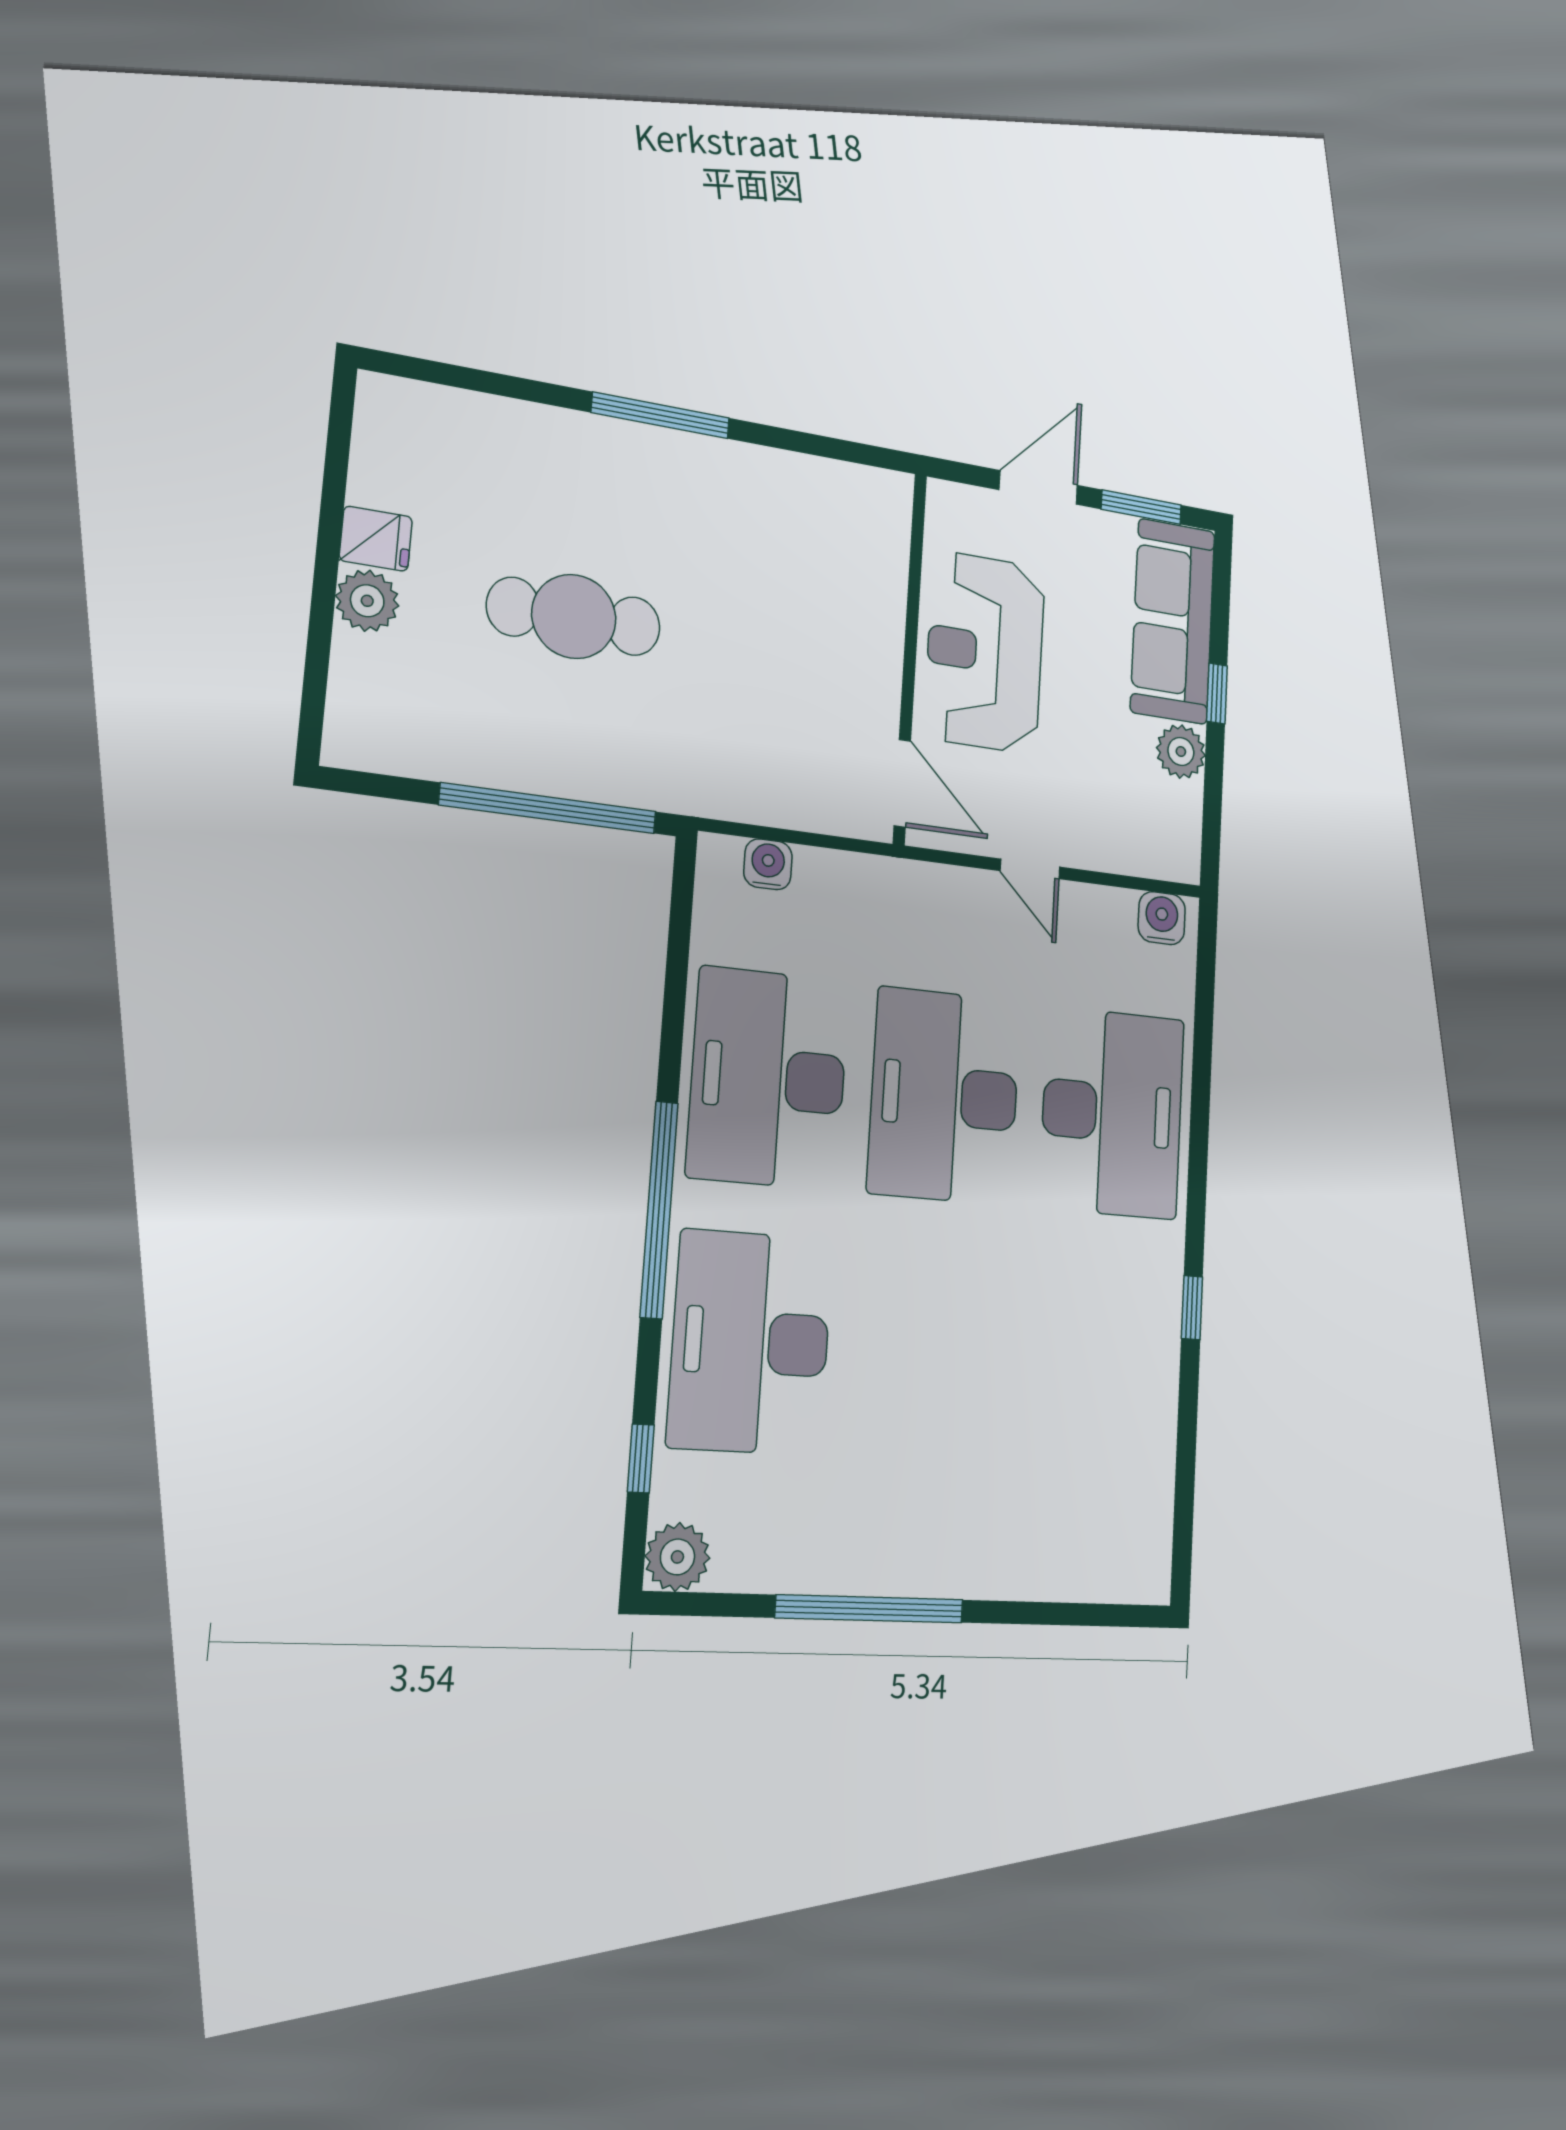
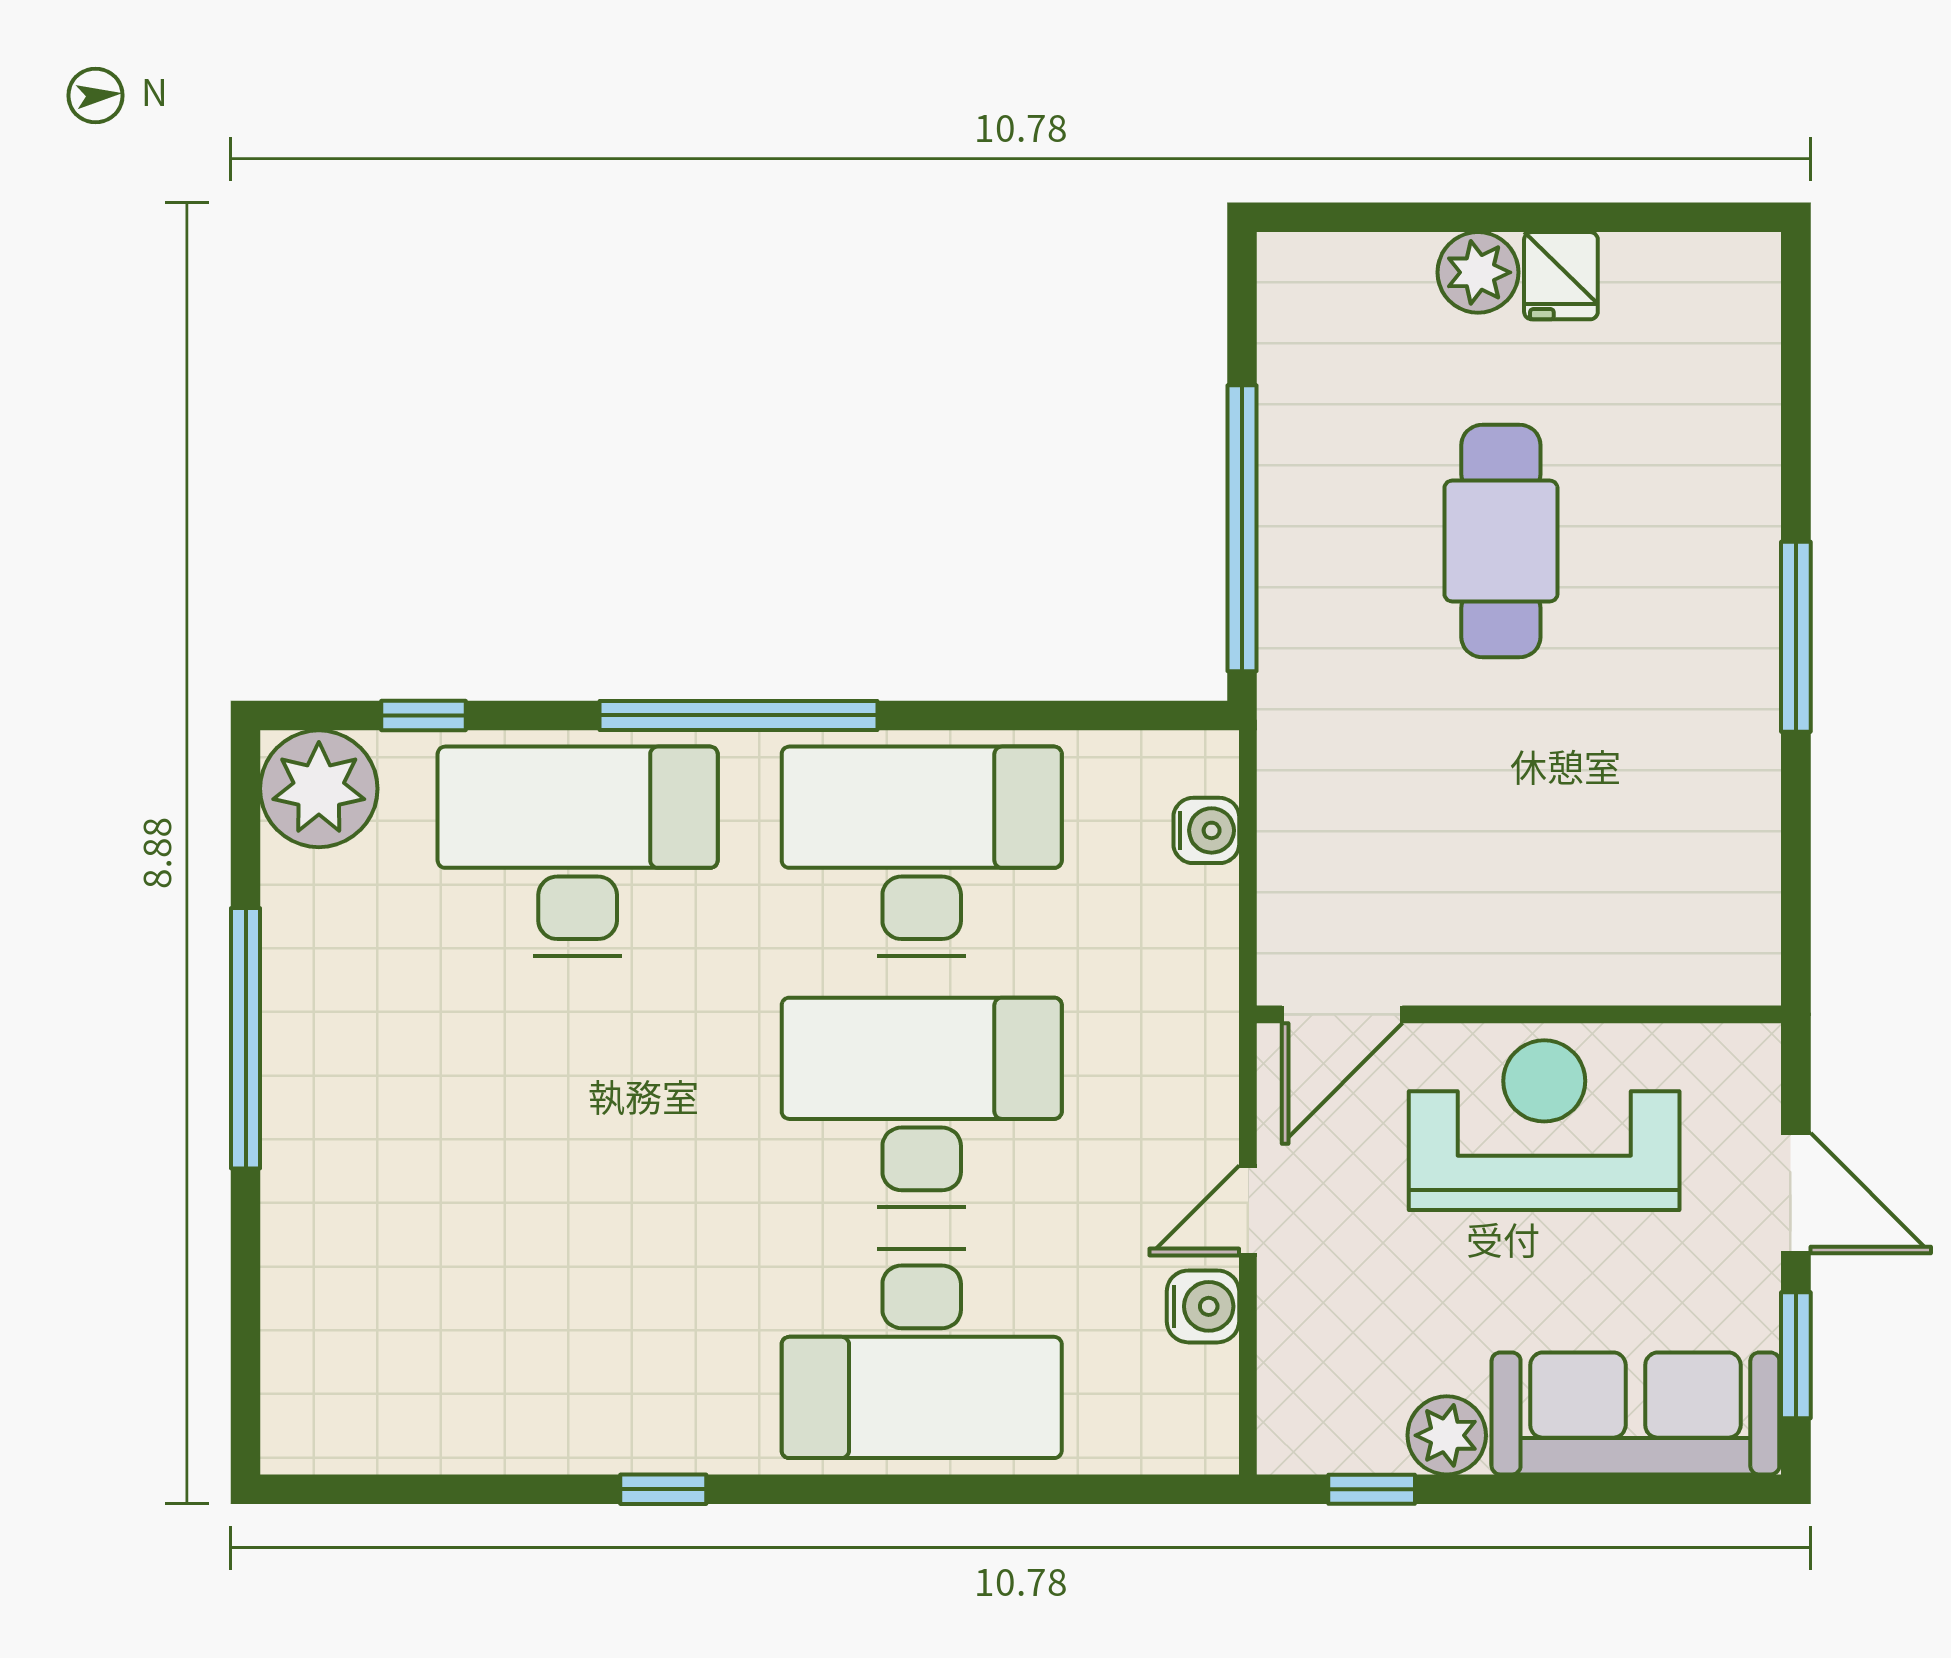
window: (1217, 694) -> (1372, 1489), moved
water cooler: (1162, 918) -> (1203, 1306), moved
plant: (677, 1557) -> (319, 789), width x1.36, depth x1.36

